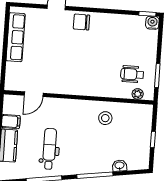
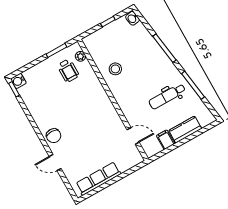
washbasin: (119, 166) -> (132, 18), moved

